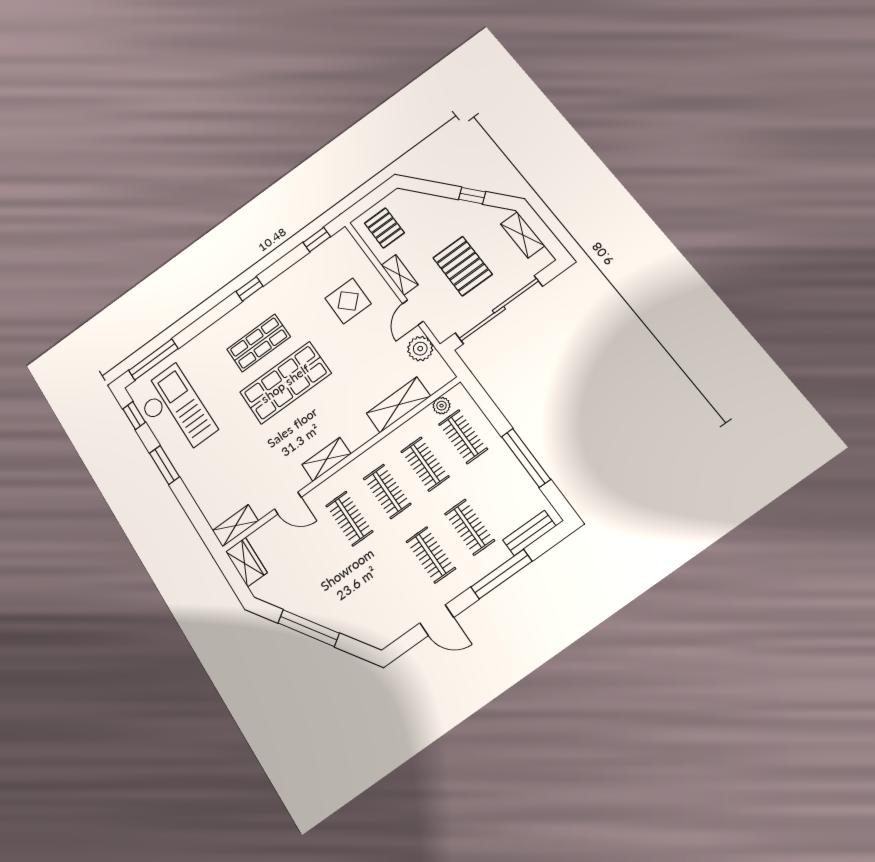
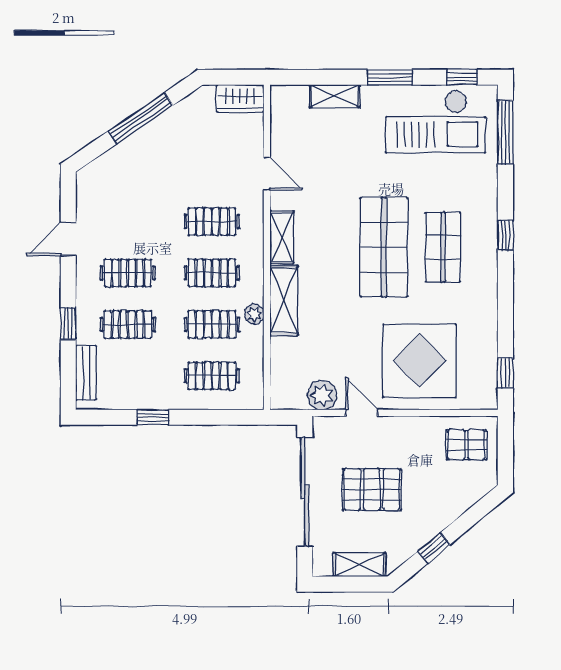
shelving: (400, 275) -> (408, 426), removed
window: (250, 289) -> (505, 235), moved
display table: (348, 301) -> (420, 361), width x1.86, depth x1.86
shelving: (398, 405) -> (284, 300), moved
plant: (442, 406) -> (254, 314), moved
window: (526, 458) -> (153, 417), width x0.46
door: (288, 503) -> (267, 174), swing flipped
shelving: (235, 526) -> (335, 96), moved, turned 90
window: (501, 574) -> (68, 323), width x0.46

